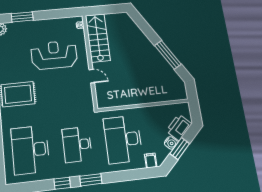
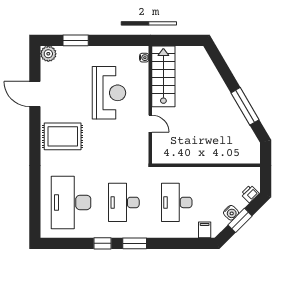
reception desk: (54, 55) -> (109, 93), turned 90
printer: (179, 127) -> (250, 194), width x0.53, depth x0.68
desk: (123, 139) -> (177, 202), width x0.73, depth x0.77

